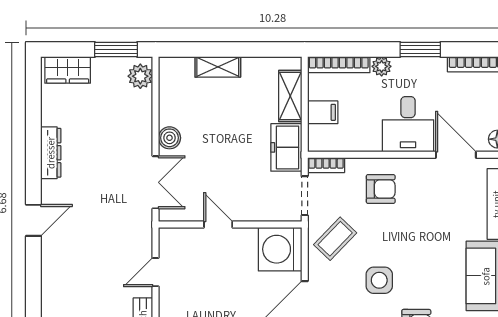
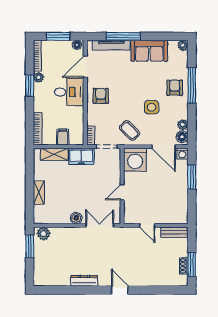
plant: (382, 66) -> (39, 77), moved
wardrobe: (68, 70) -> (40, 272), removed
armchair: (381, 189) -> (101, 96), moved

